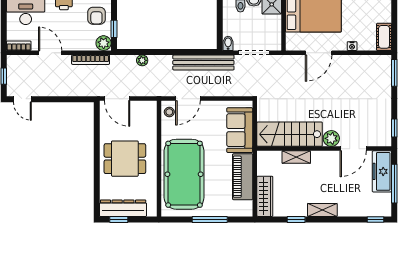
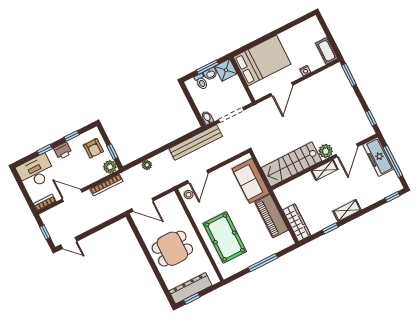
shelving: (296, 157) -> (325, 170), moved
pool table: (184, 174) -> (225, 237), width x0.73, depth x0.76

